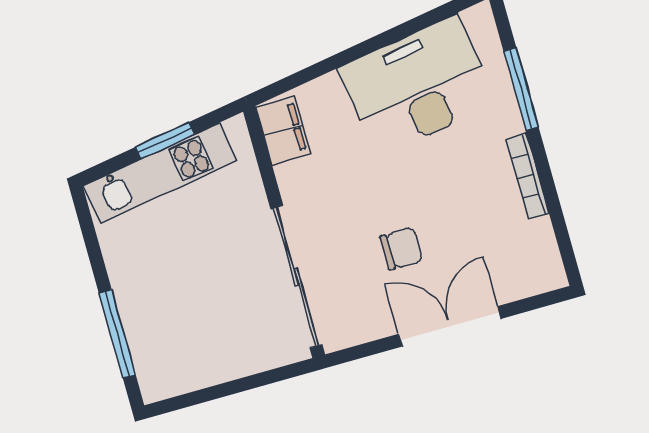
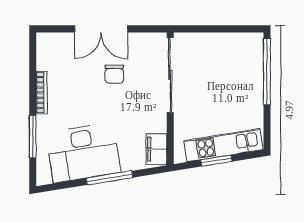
window: (356, 52) -> (109, 178), added
chair: (401, 249) -> (114, 74), turned -90
window: (117, 334) -> (267, 72), width x1.46

